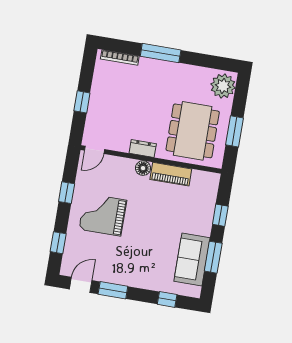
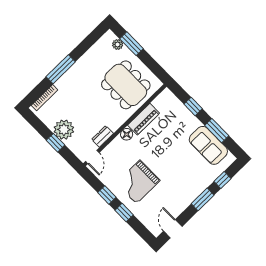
plant: (223, 86) -> (118, 44), width x0.53, depth x0.53
plant: (102, 101) -> (64, 130), added
window: (234, 131) -> (131, 44), moved
dresser: (143, 148) -> (102, 136), moved
window: (58, 243) -> (124, 213), moved
window: (113, 290) -> (203, 199), moved

